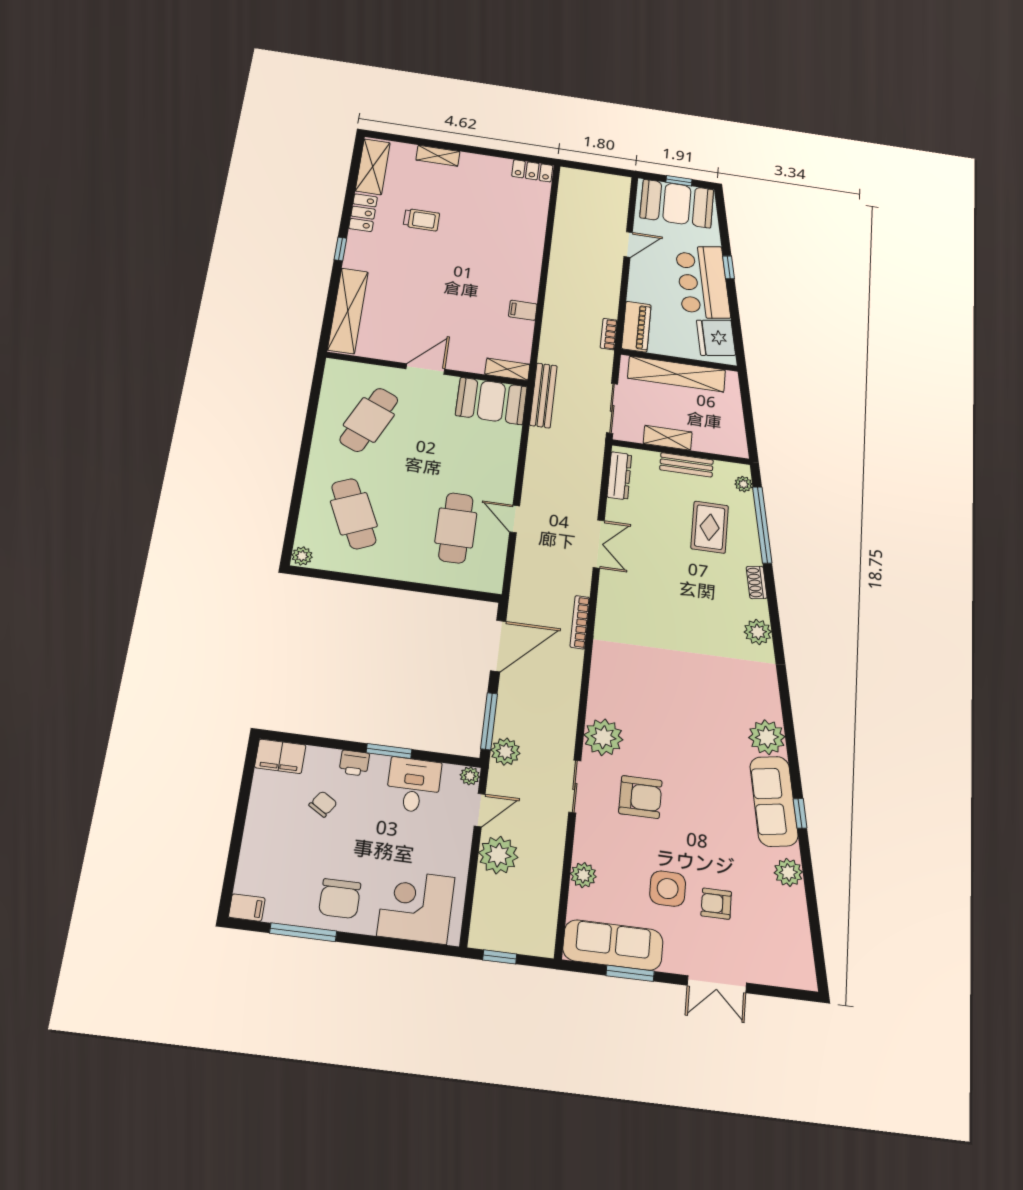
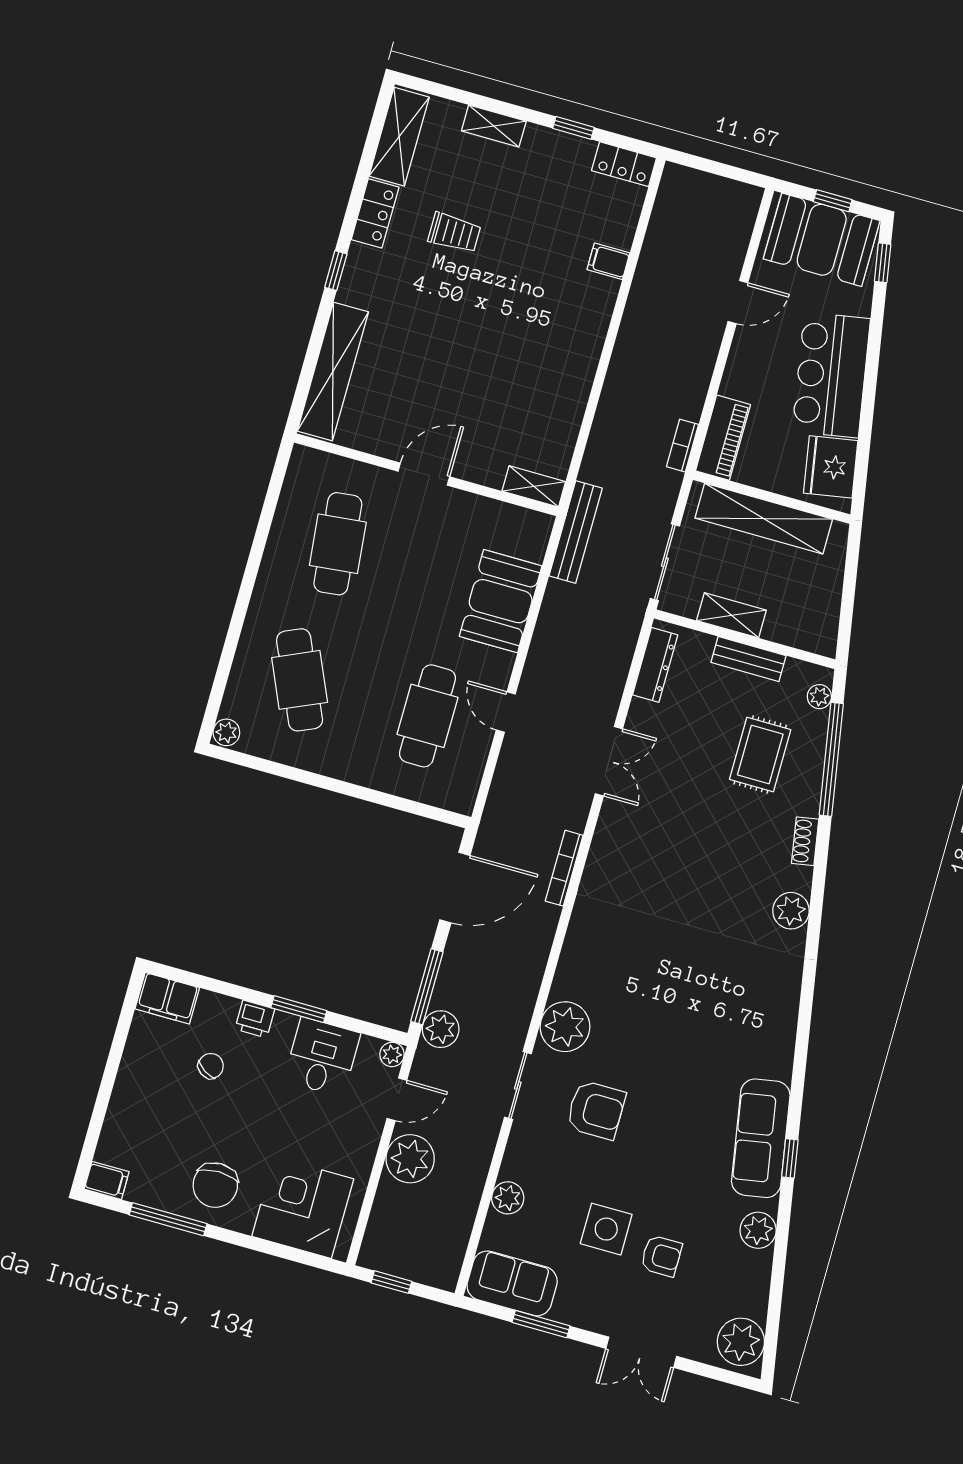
window: (493, 153) -> (573, 128), added
window: (729, 267) -> (883, 263), moved
filing cabinet: (523, 310) -> (608, 261), moved
booth: (491, 401) -> (501, 601), moved, turned 90
cafe table: (369, 420) -> (338, 544), turned -30
plant: (767, 737) -> (741, 1342), moved
armchair: (716, 904) -> (661, 1256), turned 180
sofa: (613, 945) -> (512, 1283), width x0.73

